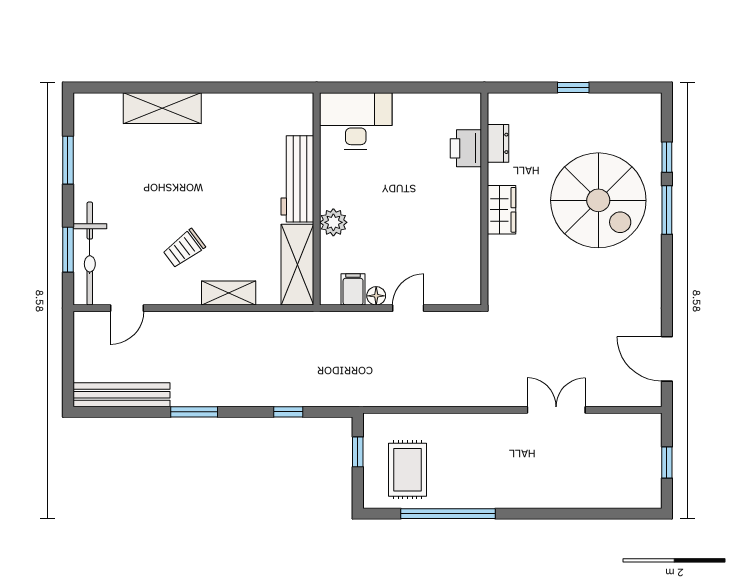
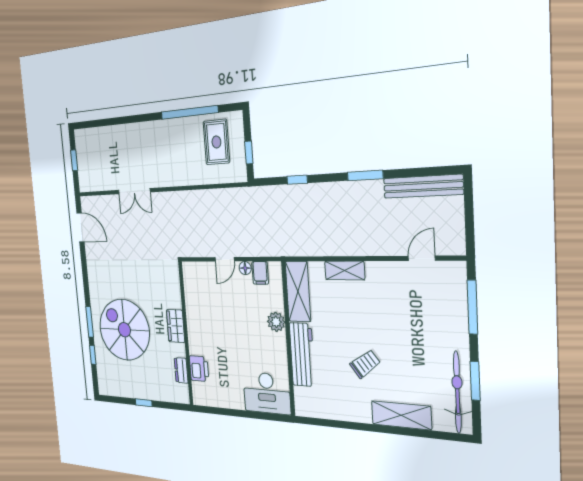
trolley: (184, 249) -> (365, 364), moved
window: (68, 250) -> (472, 307), width x1.44
bicycle: (90, 254) -> (457, 392), moved

